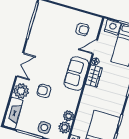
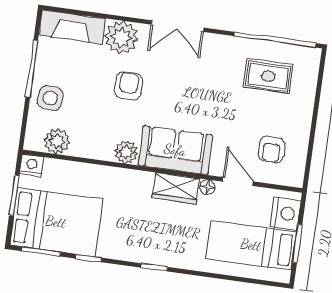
rug: (49, 26) -> (268, 76), added
plant: (68, 116) -> (126, 152), moved

